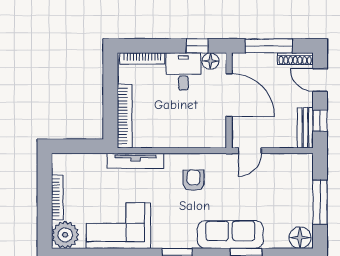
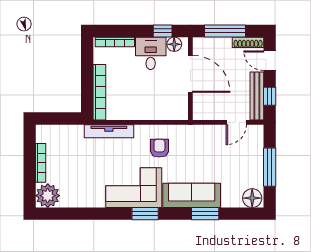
bench: (305, 128) -> (257, 96), width x1.36
door: (250, 151) -> (236, 122), moved
corner sofa: (119, 226) -> (134, 188), moved

